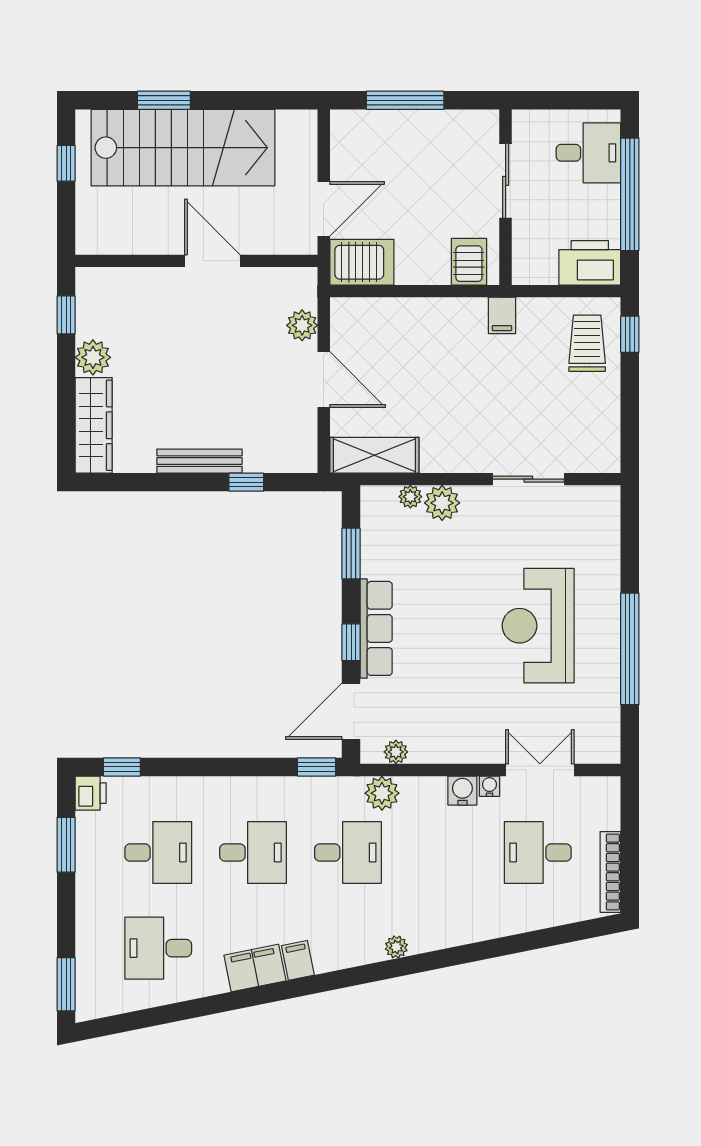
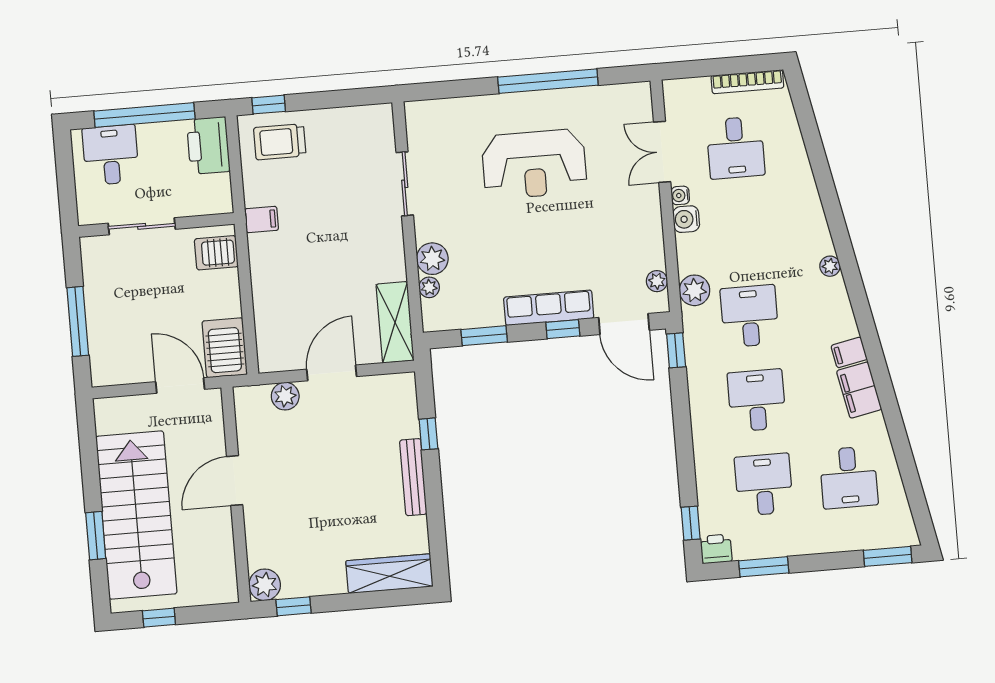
plant: (93, 357) -> (265, 585), moved

